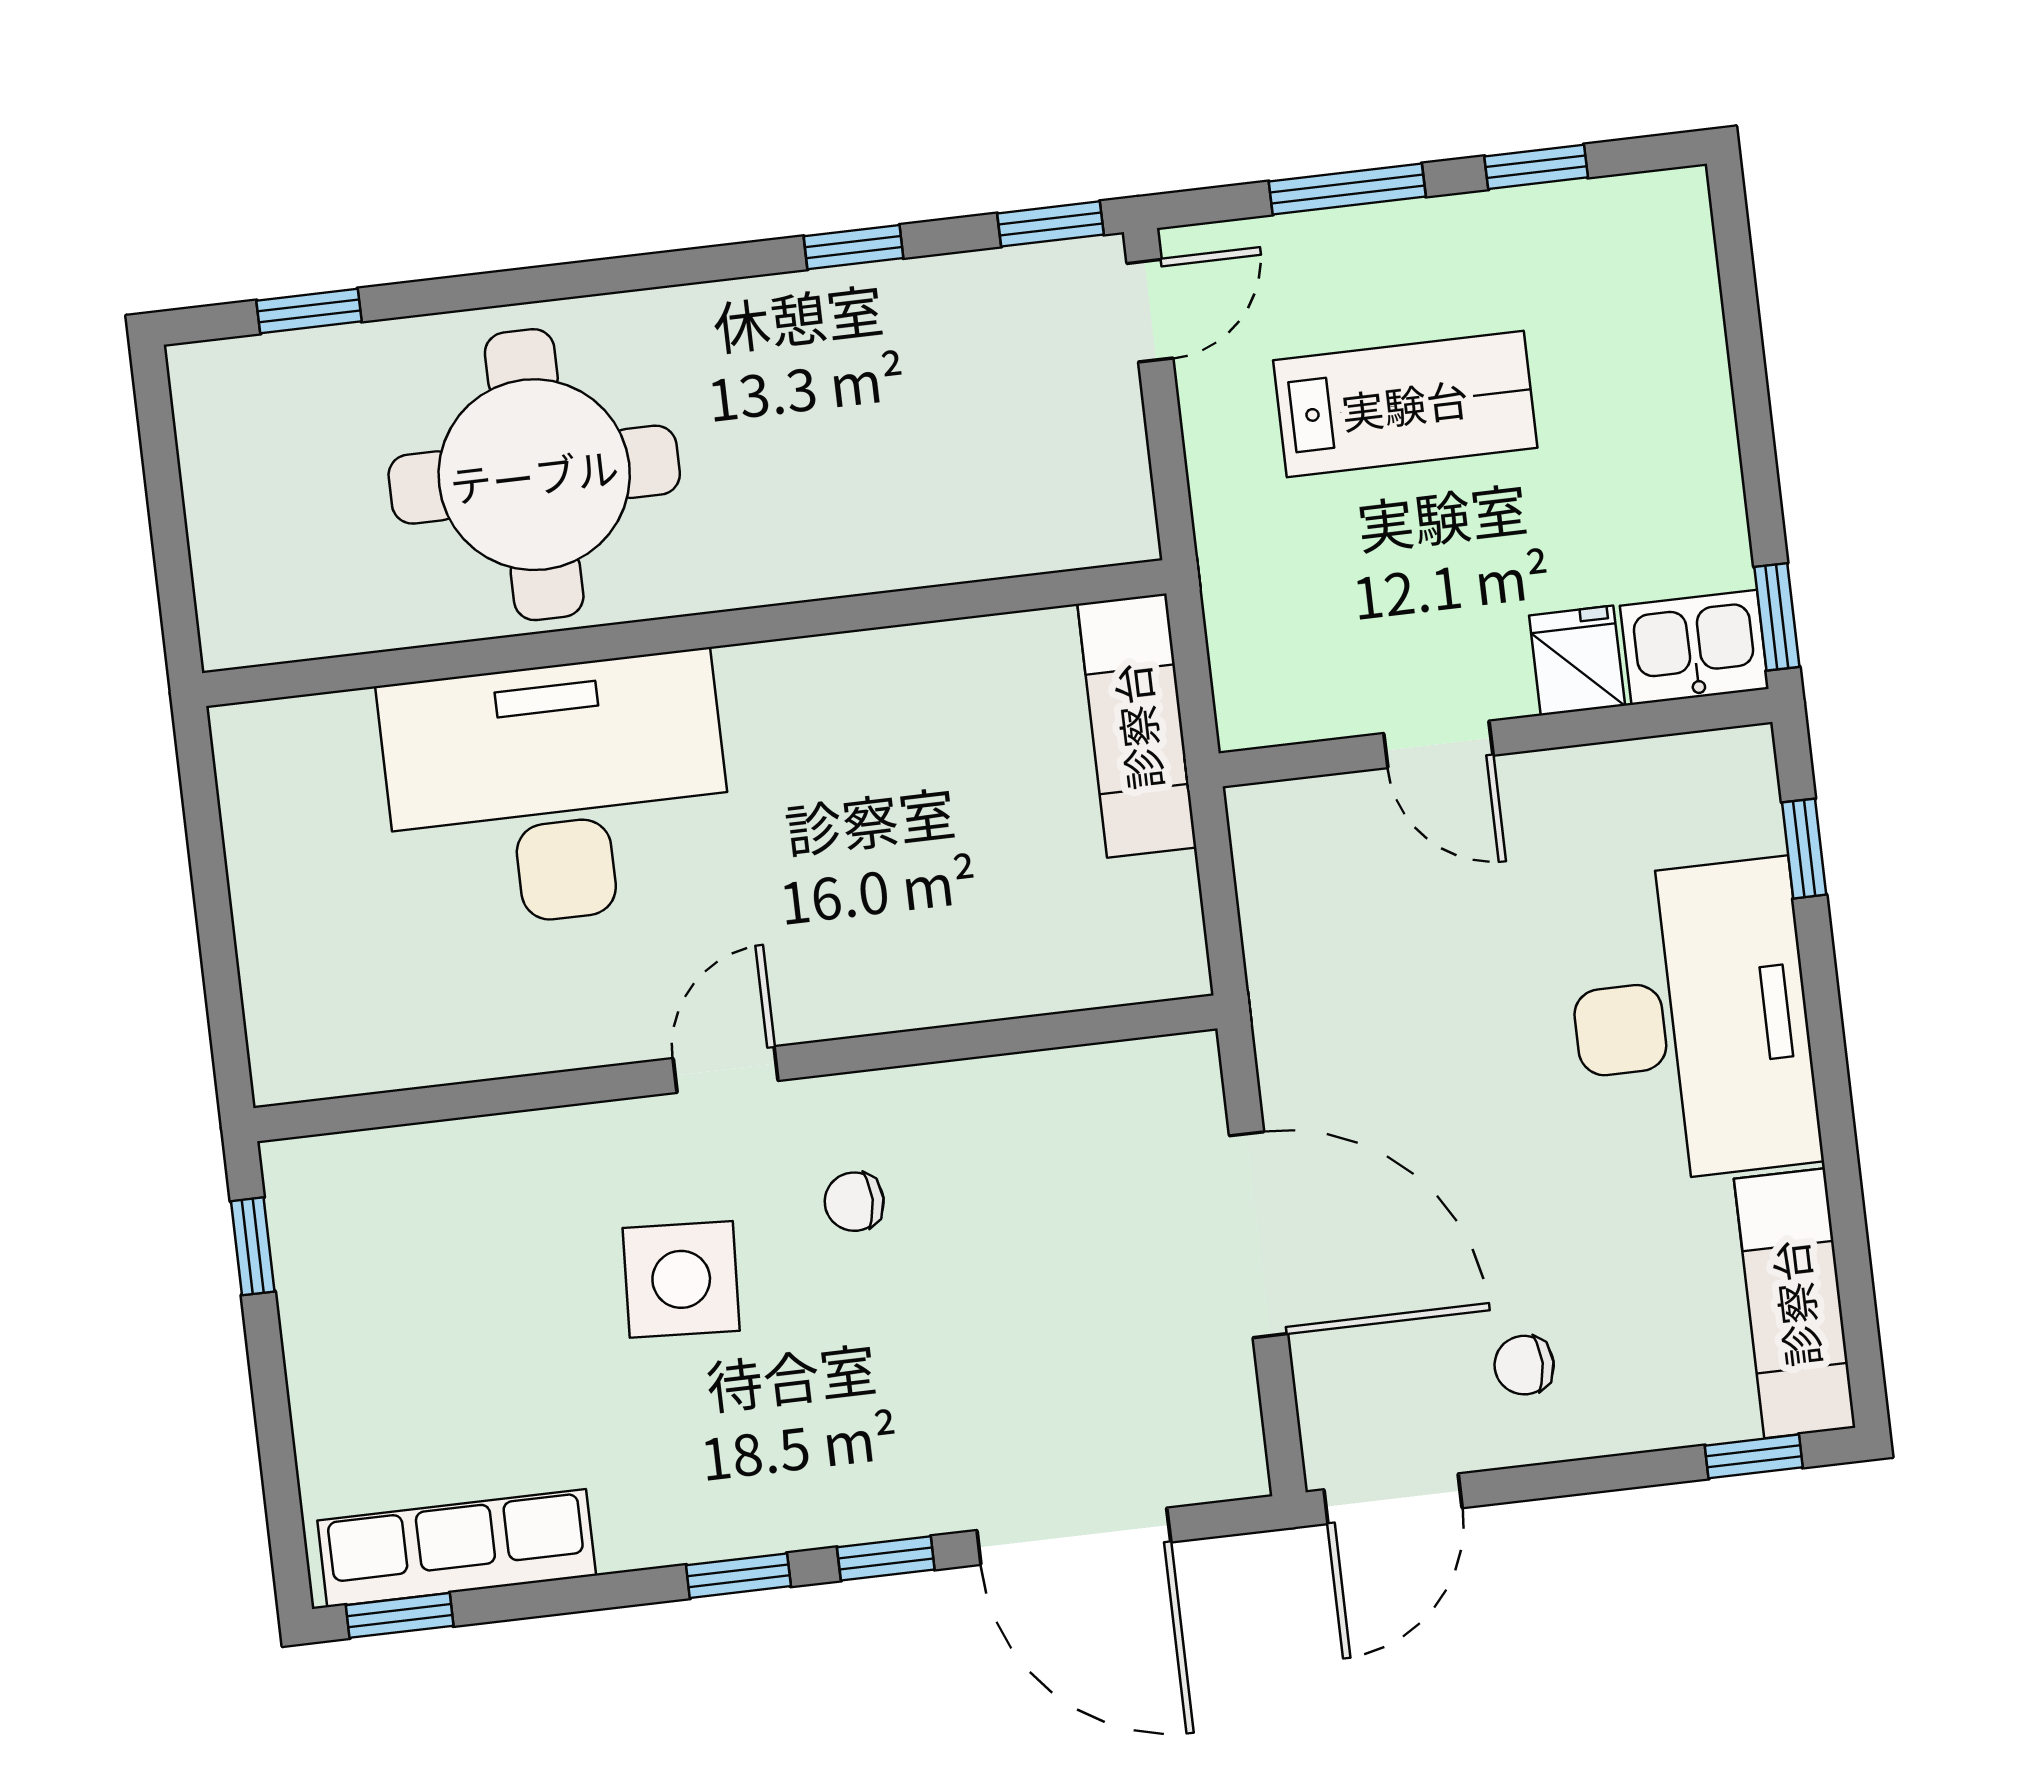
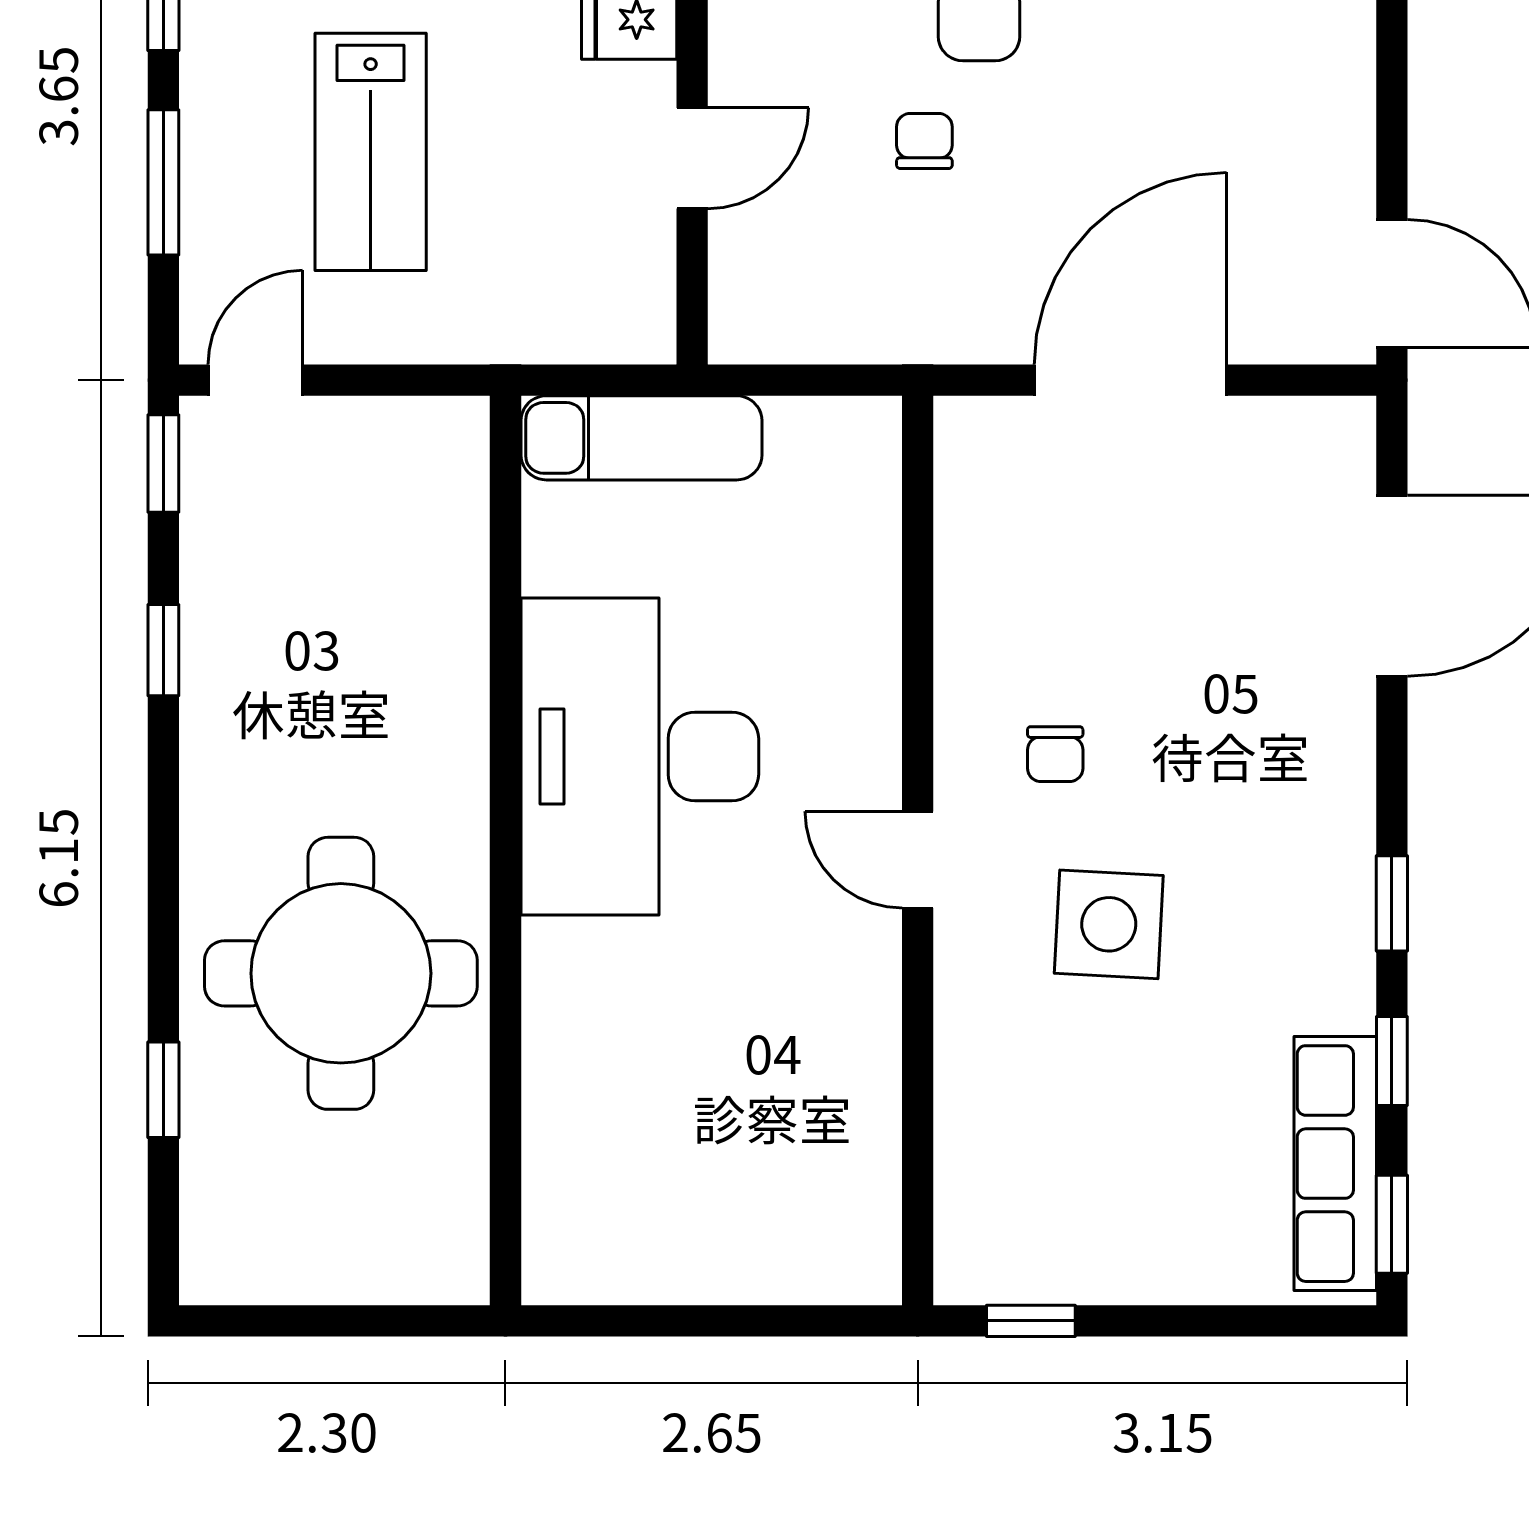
window: (309, 311) -> (163, 1090), moved
door: (1150, 311) -> (255, 380), hinge flipped
lab bench: (1405, 404) -> (371, 152), turned 180
desk: (557, 792) -> (640, 756), moved
chair: (1524, 1365) -> (924, 141), moved, turned 180
window: (886, 1558) -> (1392, 1061), moved

